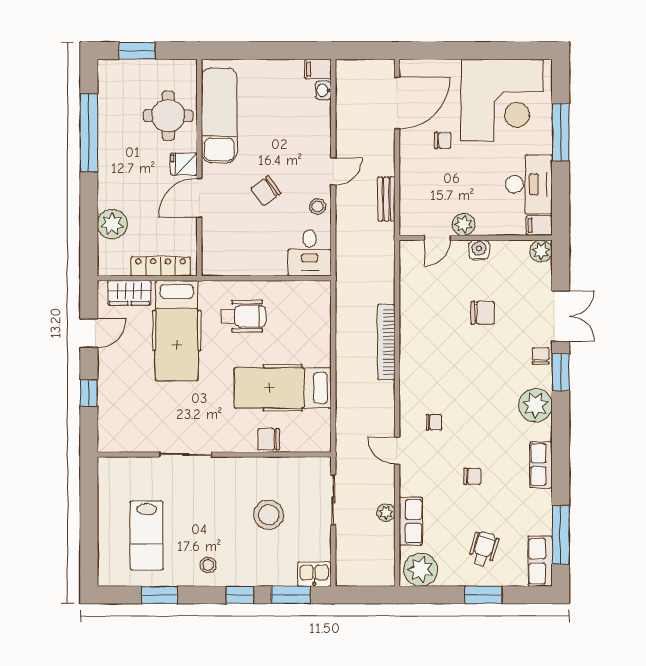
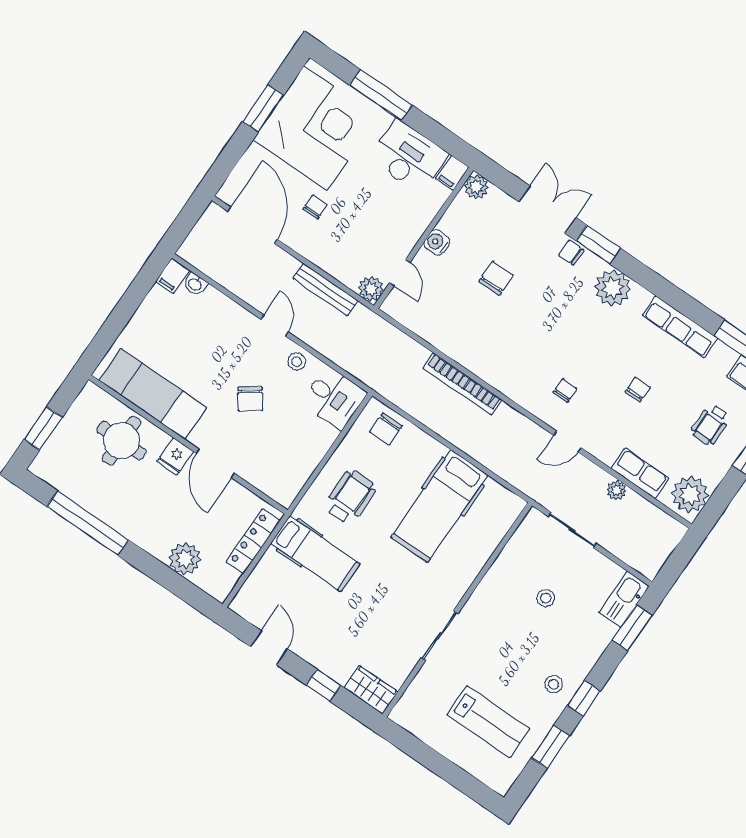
window: (490, 51) -> (263, 108), added
bench: (386, 199) -> (325, 290), width x1.36
plant: (464, 224) -> (371, 289), moved
wardrobe: (129, 293) -> (371, 690), moved, turned -90
hospital bed: (177, 331) -> (315, 554), width x0.73, depth x0.78
chair: (269, 439) -> (386, 429), moved
row of seats: (541, 465) -> (680, 327), width x1.48
stool: (269, 515) -> (546, 598), width x0.53, depth x0.53
wheelchair: (483, 549) -> (711, 425), turned -107
kitchen sink: (314, 574) -> (624, 599), width x1.38
window: (240, 595) -> (584, 698), moved

